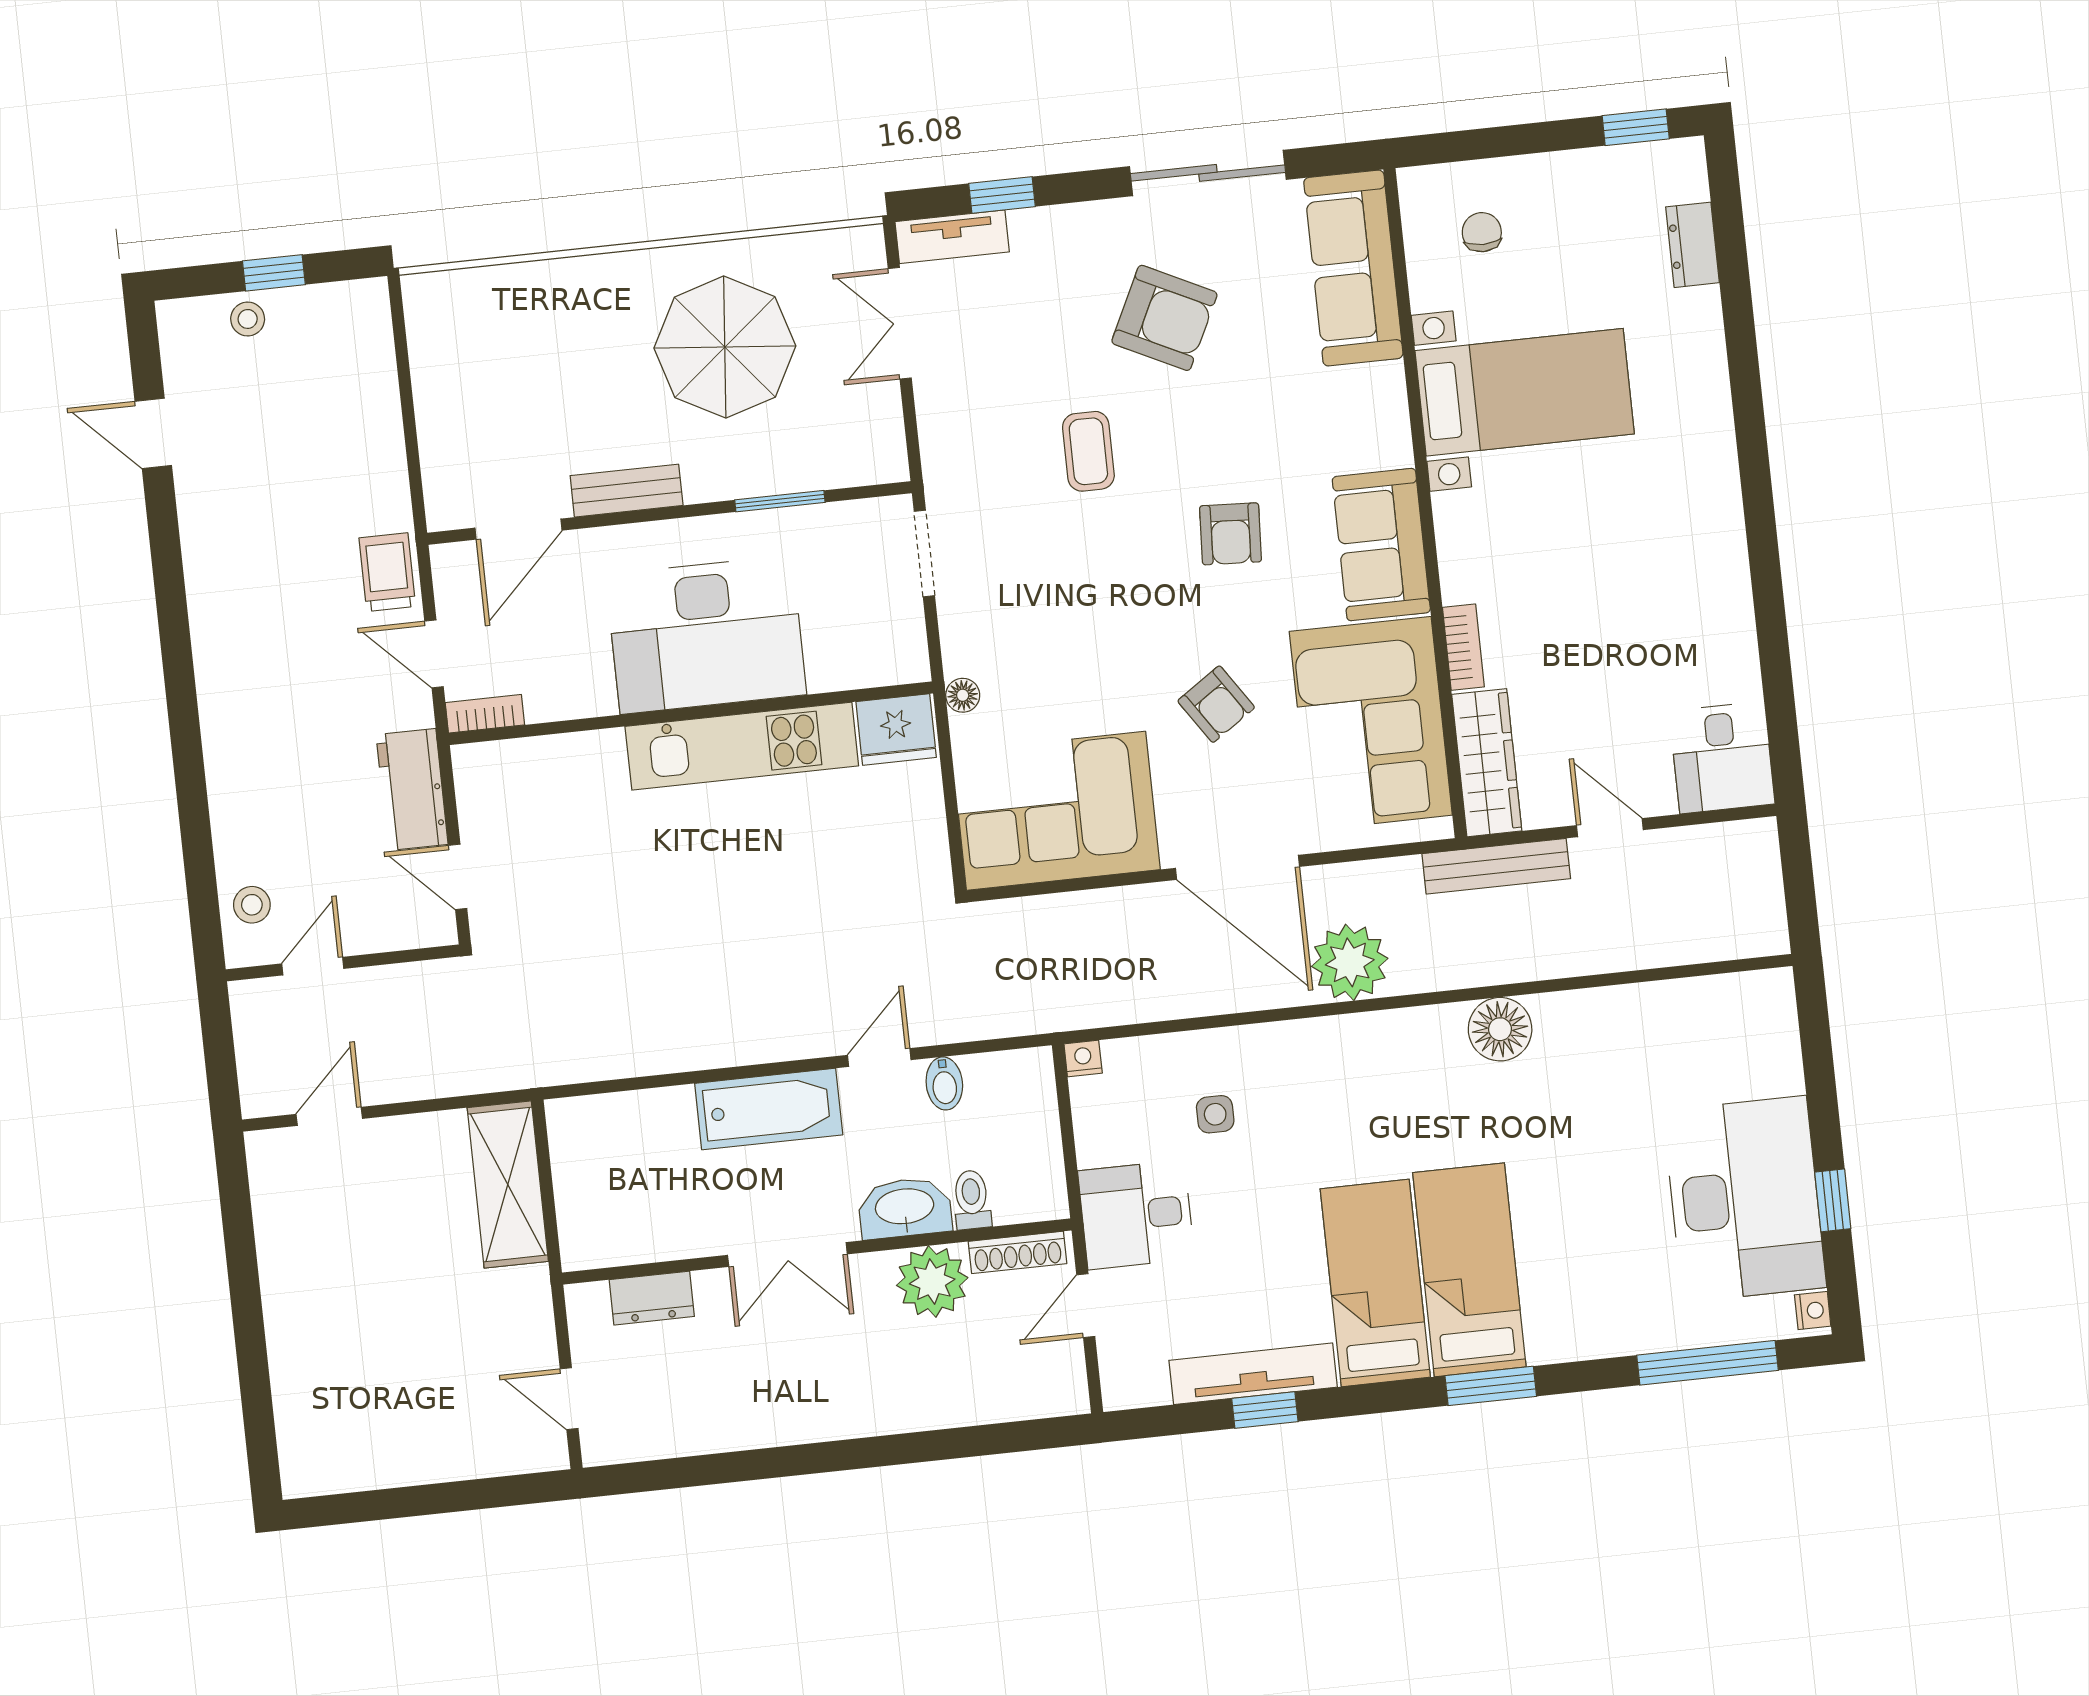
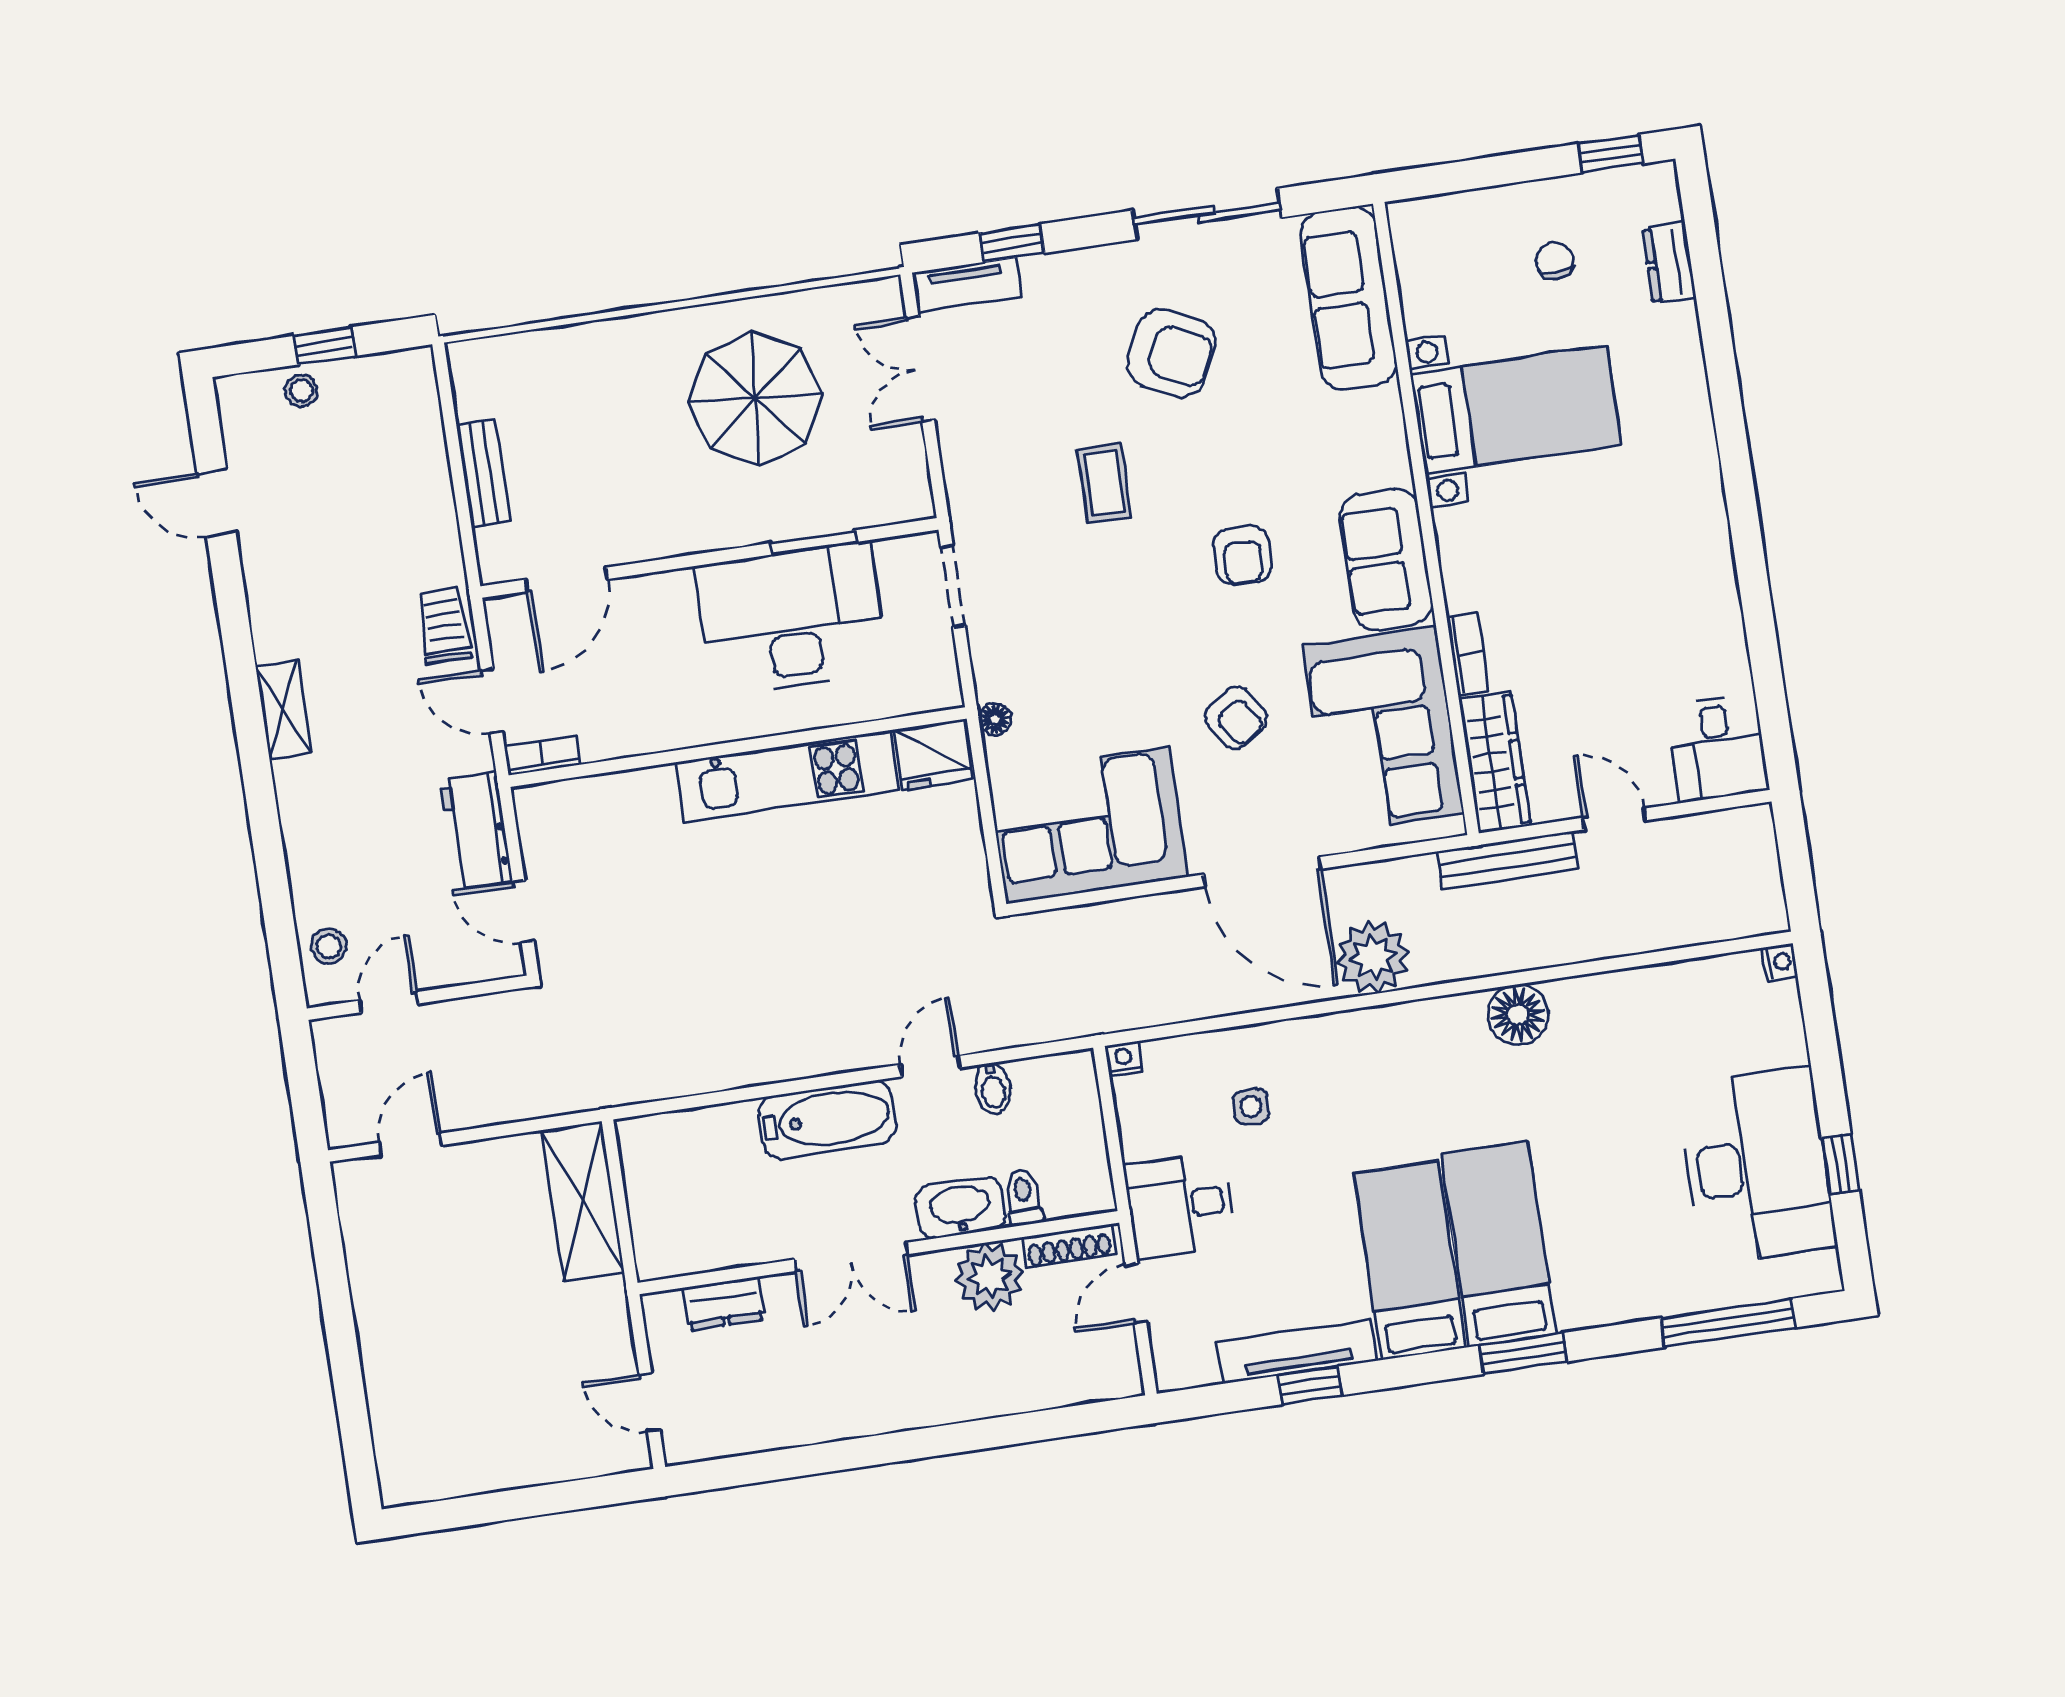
chair: (1482, 232) -> (1555, 261), moved
bench: (627, 491) -> (483, 473), moved, turned 90
desk: (706, 635) -> (792, 619), moved, turned 180
shelving: (214, 653) -> (283, 709), added
nightstand: (1813, 1311) -> (1780, 962), moved

